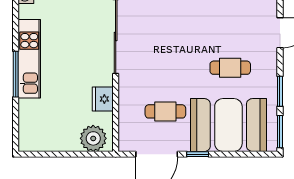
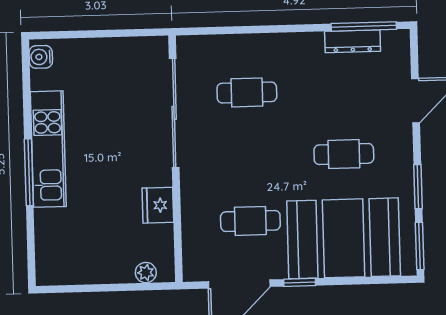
cafe table: (165, 24) -> (247, 92), added
plant: (93, 138) -> (146, 273), width x0.53, depth x0.53

